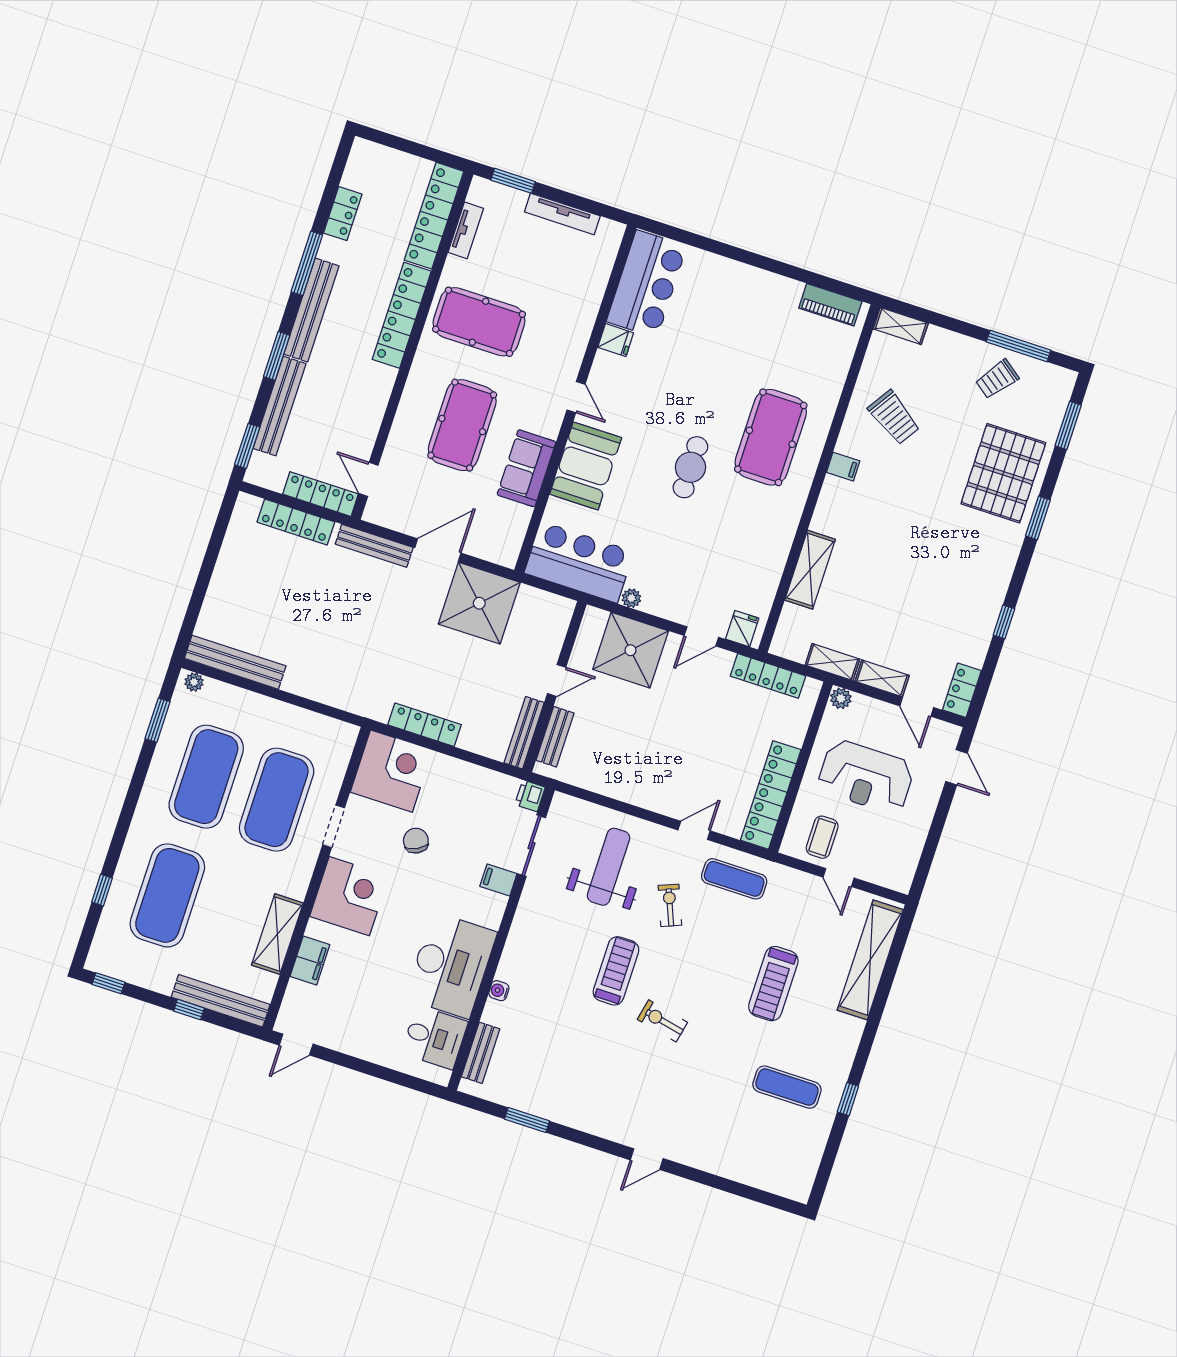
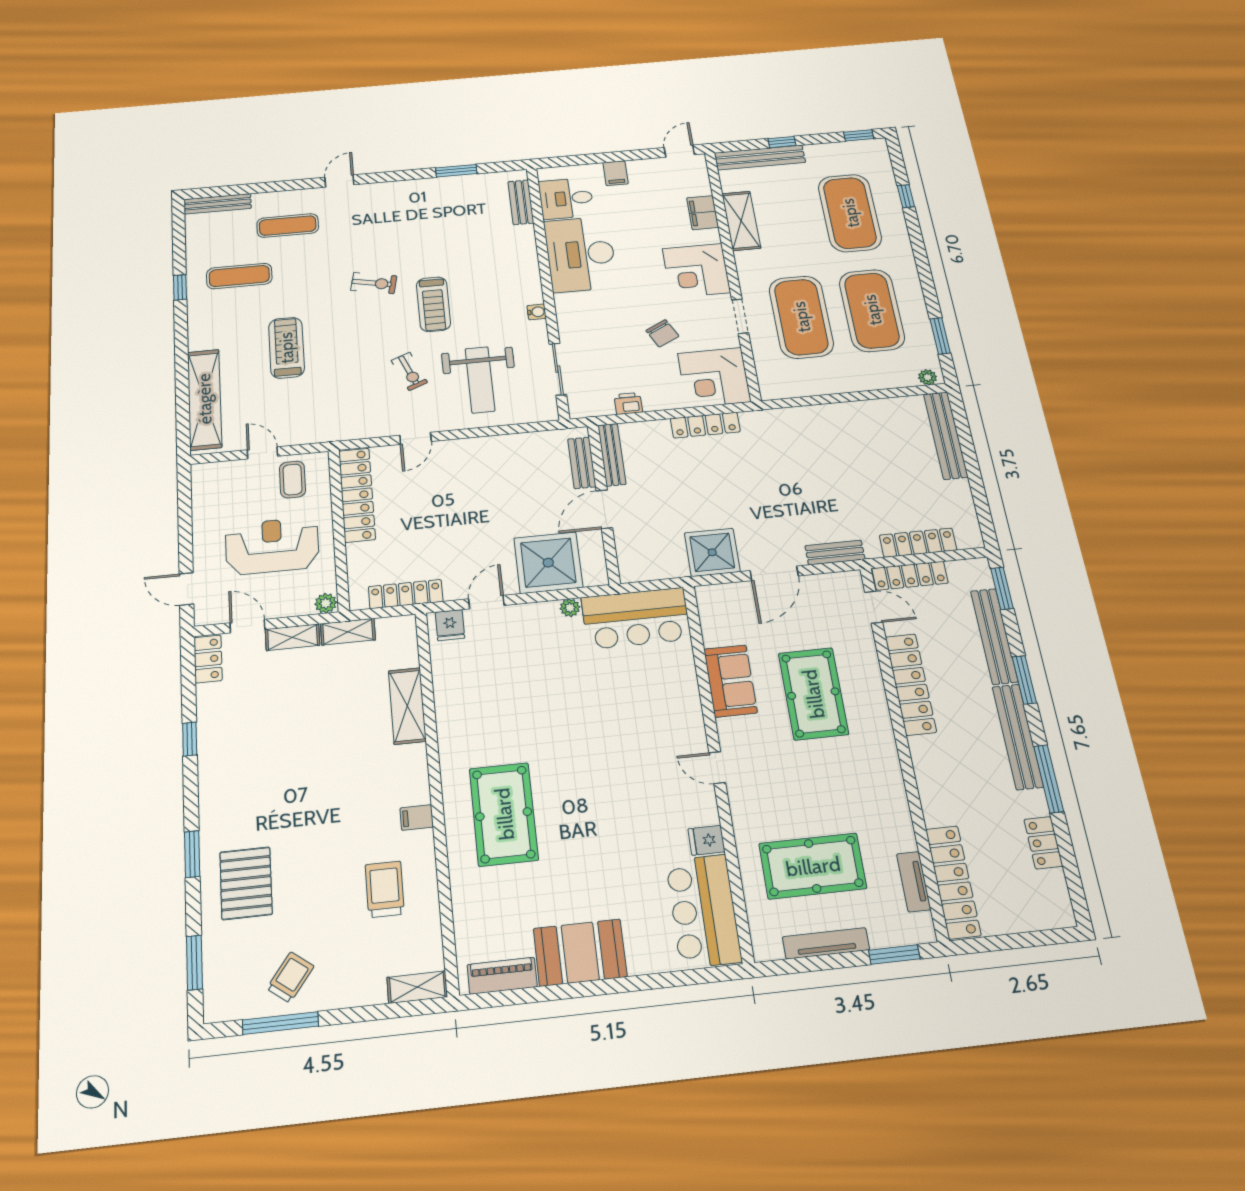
locker: (402, 315) -> (911, 684), moved
pool table: (479, 322) -> (813, 866), moved
trolley: (894, 417) -> (385, 889), turned 57
booth: (586, 466) -> (580, 953), moved, turned 90
cafe table: (690, 467) -> (571, 751), removed
pallet: (1003, 473) -> (246, 883), width x0.73, depth x0.71
bench: (374, 546) -> (835, 553), width x0.73
shower: (479, 603) -> (712, 552), width x0.73, depth x0.73
bench: (235, 662) -> (946, 435), moved, turned 90
door: (557, 680) -> (604, 509), width x1.38
printer: (530, 796) -> (628, 403), moved, turned -90
exercise mat: (734, 879) -> (288, 226), moved
filing cabinet: (498, 880) -> (616, 173), moved, turned 90
water cooler: (499, 991) -> (537, 312), moved
bench: (776, 1184) -> (218, 204), added

